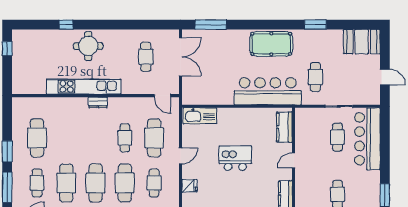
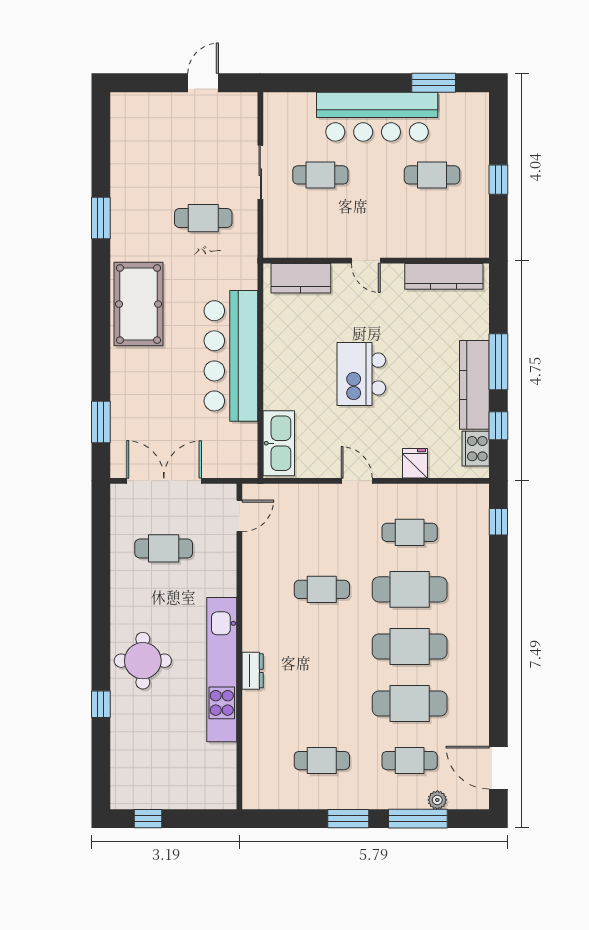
window: (211, 25) -> (101, 422), width x0.69
booth: (362, 42) -> (134, 128), removed
bar counter: (268, 91) -> (231, 356), moved
dresser: (98, 102) -> (253, 671), moved
cafe table: (37, 138) -> (322, 761), width x0.73, depth x0.74
cafe table: (154, 138) -> (322, 532), removed
bar counter: (367, 139) -> (377, 117), moved
plant: (17, 197) -> (437, 800), added

